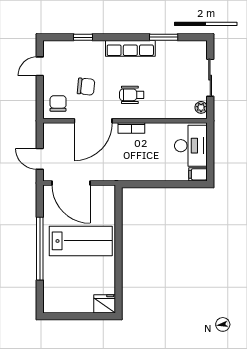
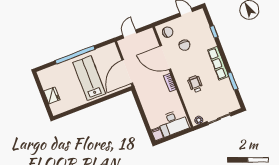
wheelchair: (132, 95) -> (195, 84), moved
door: (71, 183) -> (127, 72), moved
lab bench: (81, 241) -> (89, 78), turned 180
fridge: (105, 304) -> (52, 95), moved

